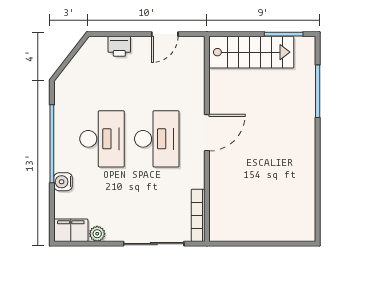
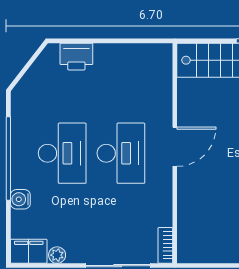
door: (165, 34) -> (130, 41), removed
printer: (119, 46) -> (76, 57), width x1.36, depth x1.24
bookcase: (198, 215) -> (165, 245), width x0.64

